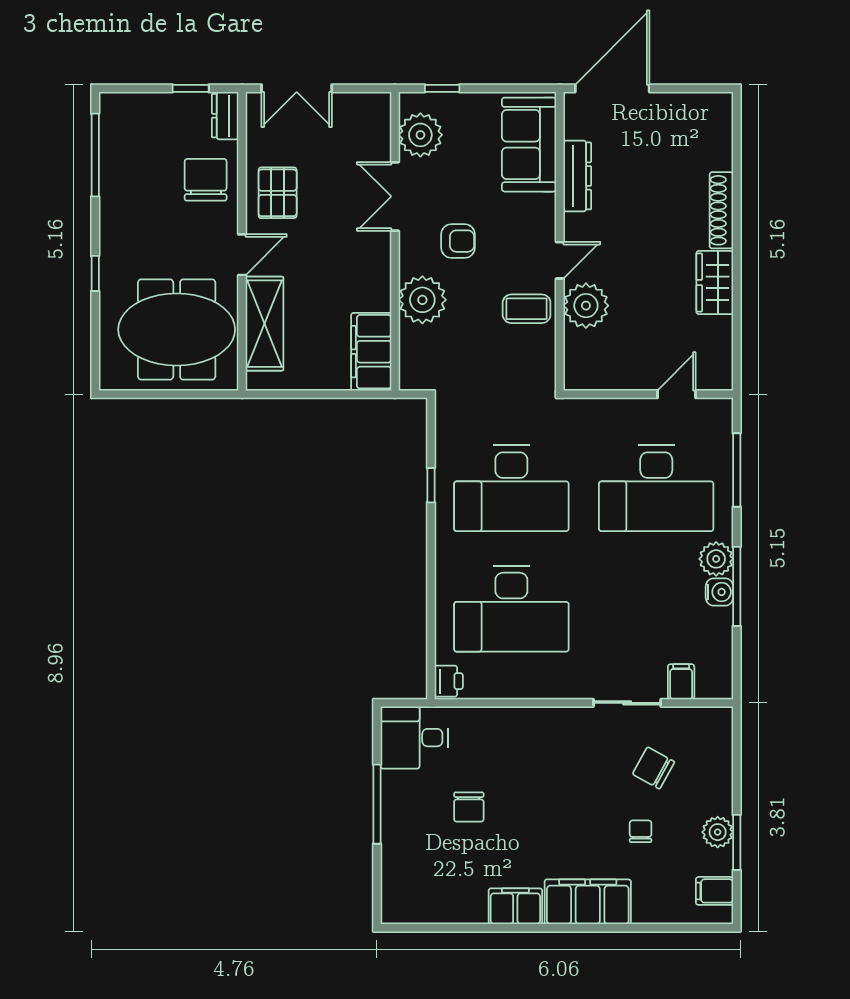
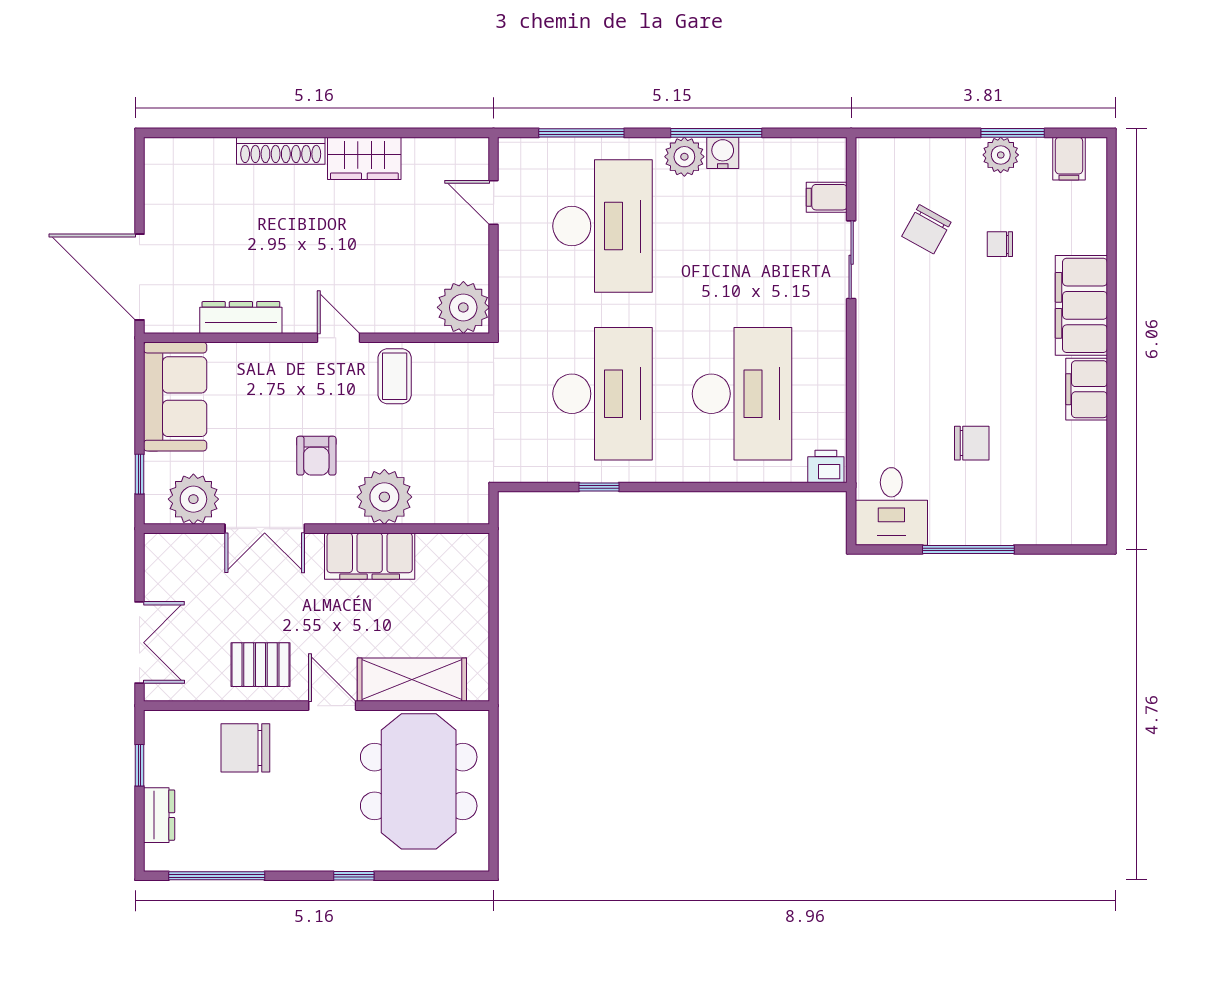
dresser: (225, 116) -> (159, 815), moved, turned -90
sofa: (529, 145) -> (175, 397), moved, turned -90
armchair: (458, 241) -> (316, 456), turned 180
plant: (586, 306) -> (463, 307), moved
filing cabinet: (371, 352) -> (370, 556), moved

